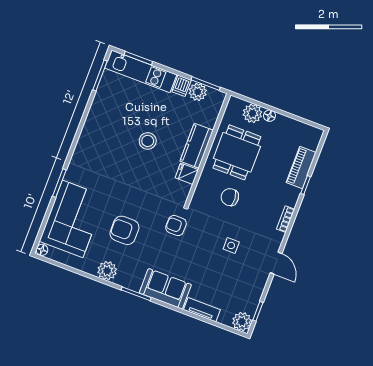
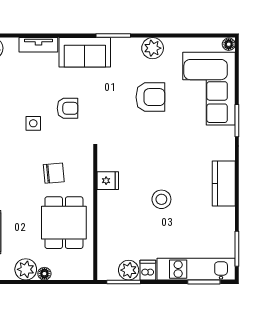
plant: (252, 113) -> (26, 269), moved
kitchen counter: (197, 146) -> (224, 184), moved, turned 180
armchair: (176, 226) -> (67, 108), moved

